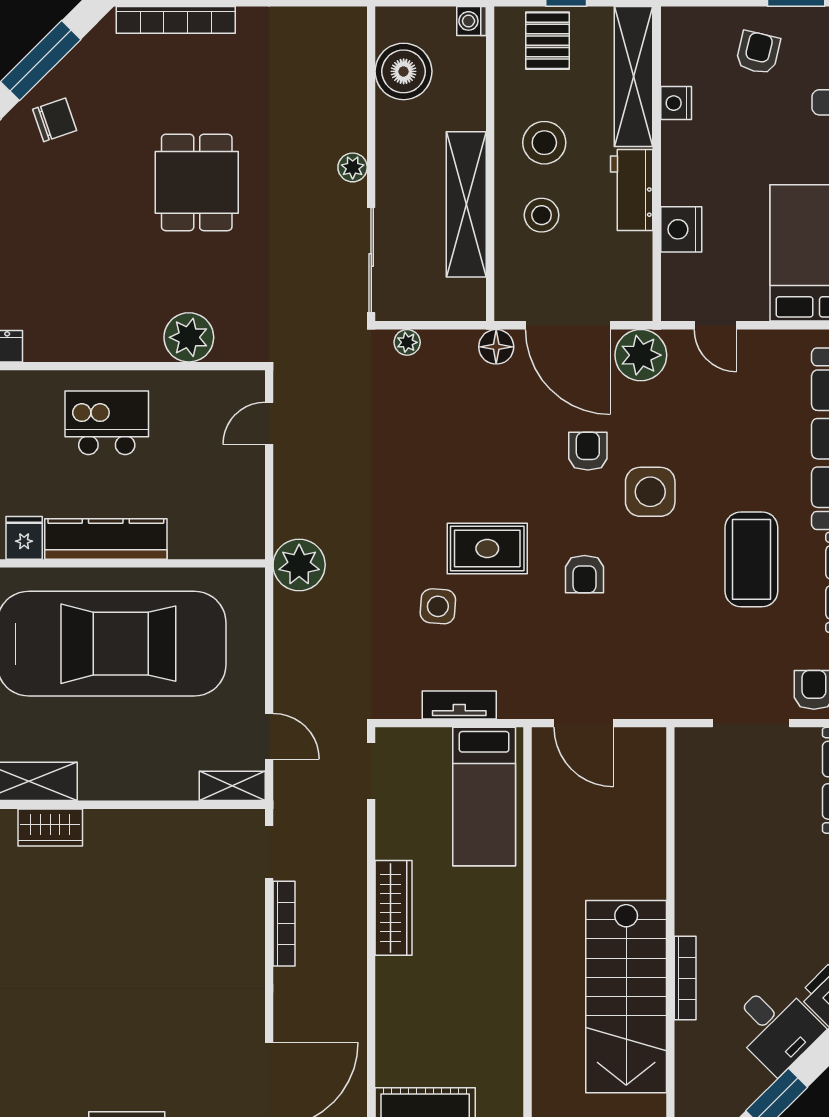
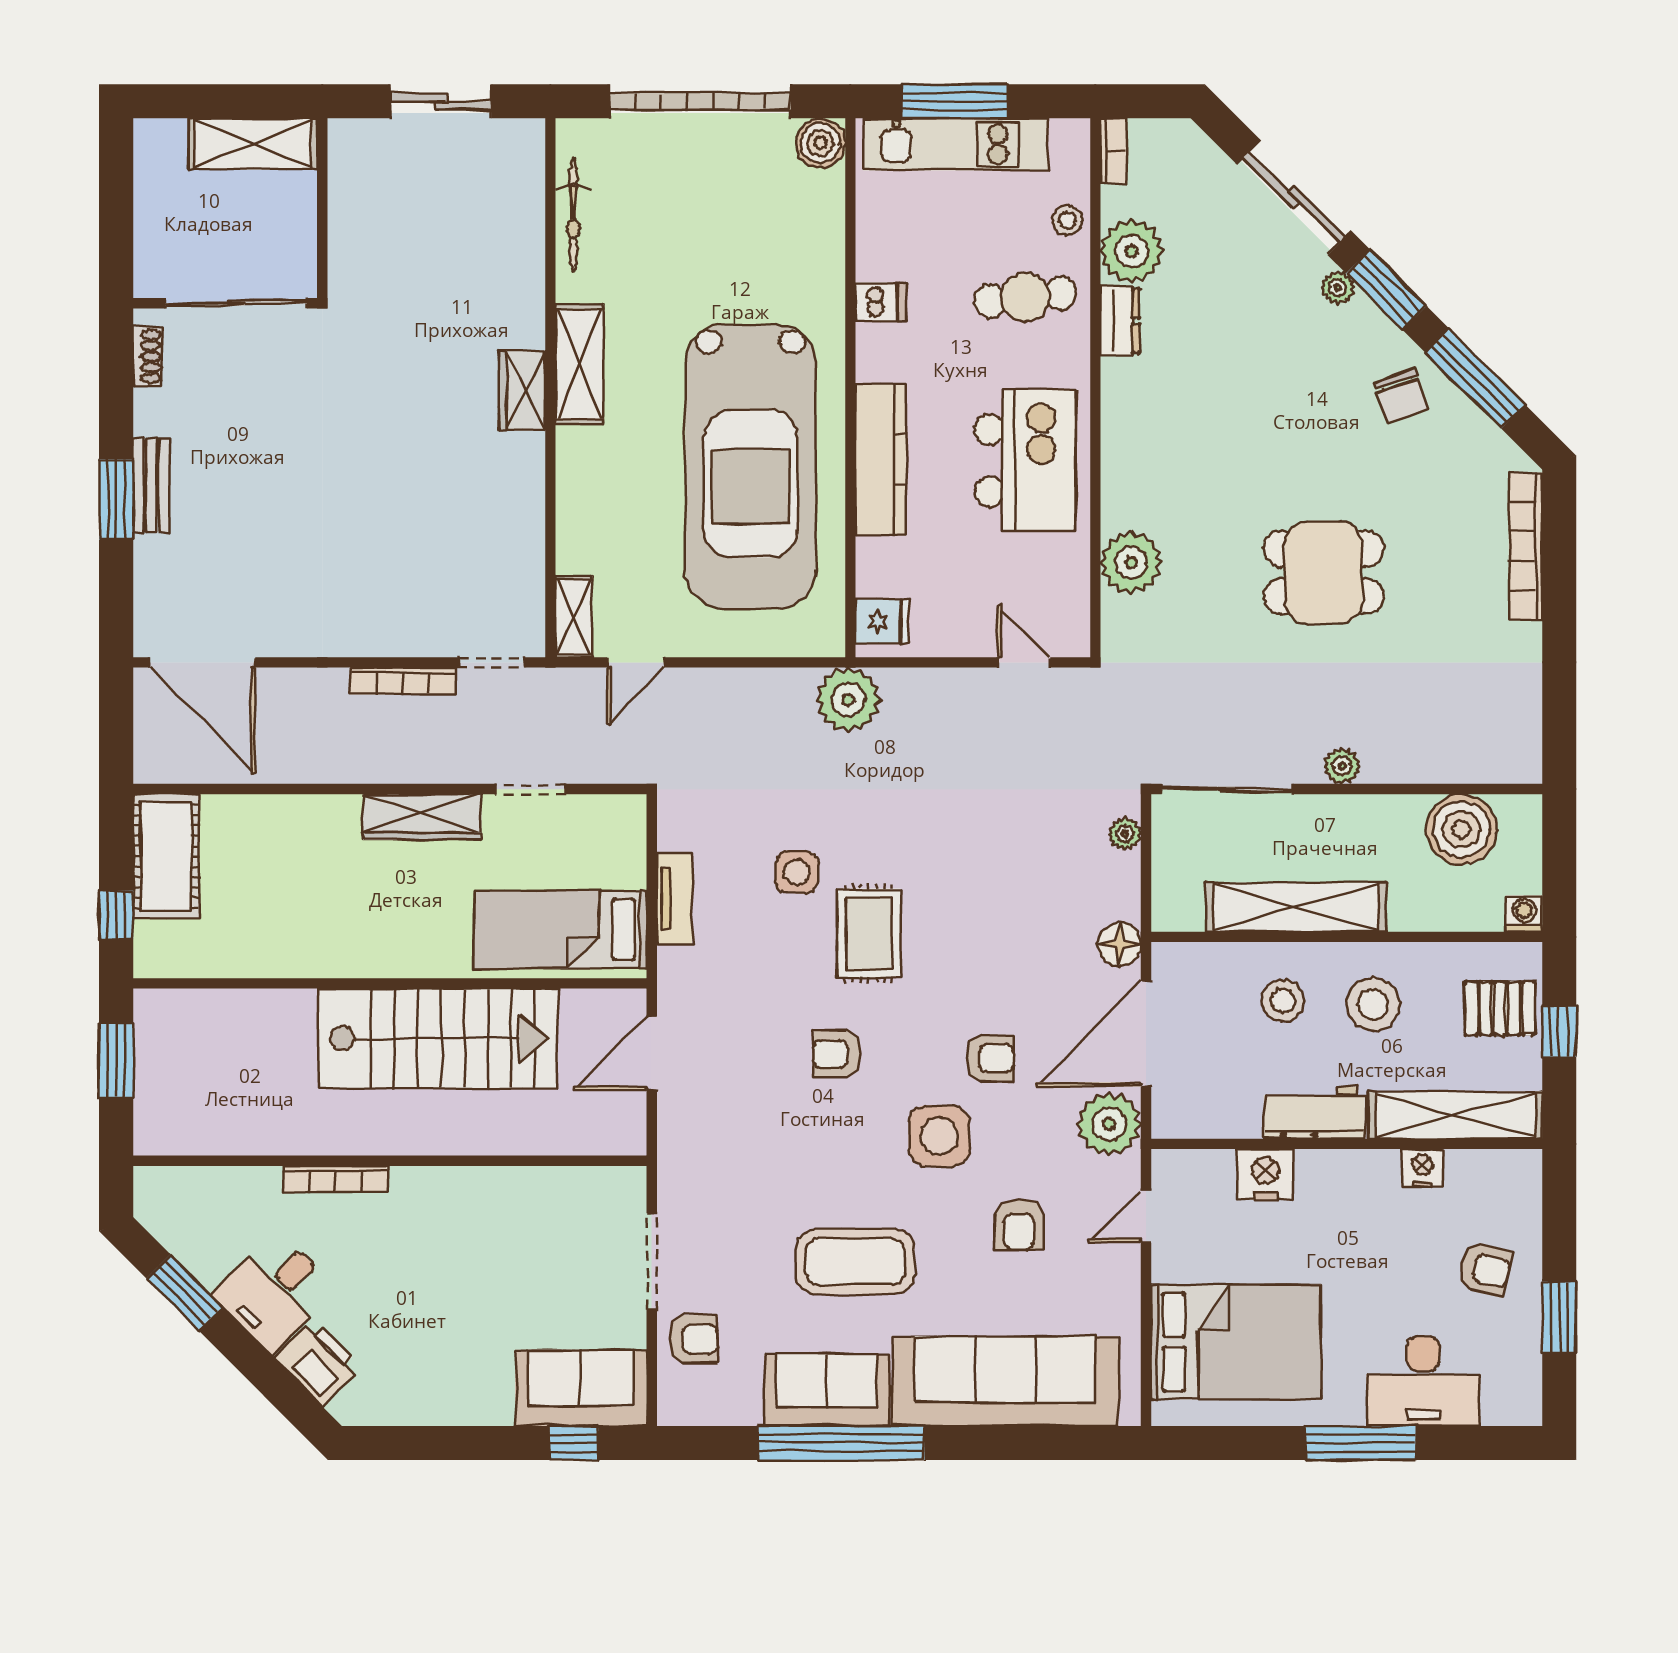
kitchen island: (107, 423) -> (1025, 461), width x1.37, depth x1.28
armchair: (722, 428) -> (1019, 1225), added
fridge: (24, 538) -> (882, 621), moved
doorway: (371, 771) -> (531, 789), moved
stairs: (626, 997) -> (438, 1038), moved, turned 180

